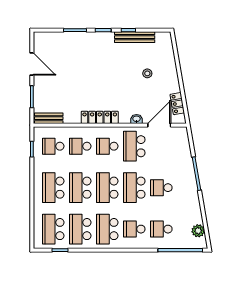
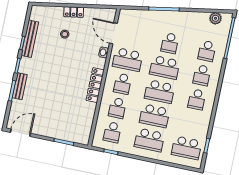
door: (32, 64) -> (20, 133), moved
locker: (177, 104) -> (74, 12), moved
bench: (49, 118) -> (20, 86), moved
school desk: (80, 229) -> (192, 124), removed
school desk: (107, 229) -> (197, 99), width x0.54

